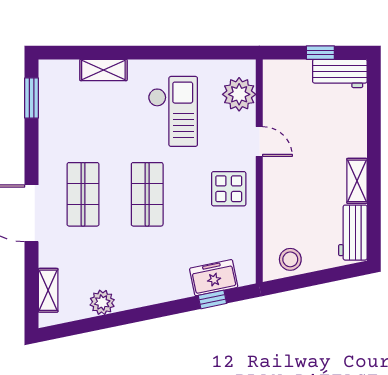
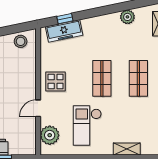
door: (259, 142) -> (38, 108), hinge flipped
freezer: (214, 278) -> (64, 31), width x1.40

